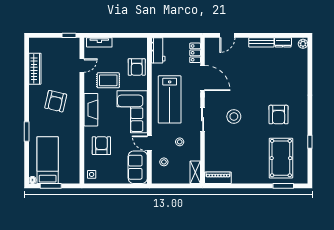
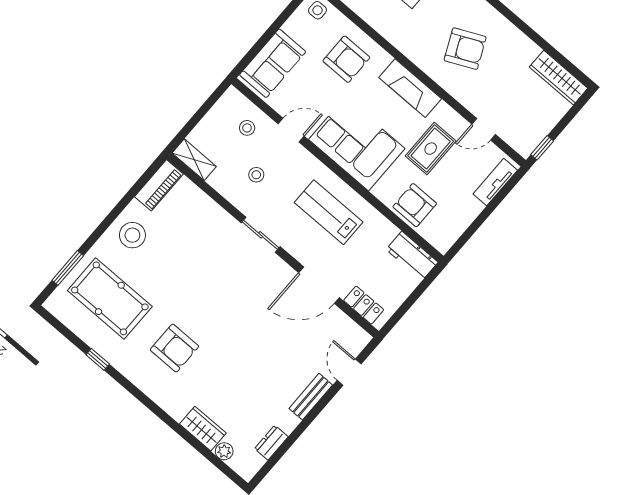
bench: (261, 42) -> (311, 397), moved
plant: (303, 44) -> (224, 451), moved
door: (82, 66) -> (484, 129), hinge flipped
wardrobe: (35, 69) -> (559, 78), moved
wardrobe: (301, 75) -> (203, 429), added
lab bench: (170, 99) -> (329, 212), width x0.73, depth x0.72
armchair: (56, 101) -> (465, 49), turned 142
armchair: (279, 115) -> (174, 348), turned 180
stool: (234, 116) -> (132, 235), moved
sofa: (138, 167) -> (273, 63), moved, turned 90

